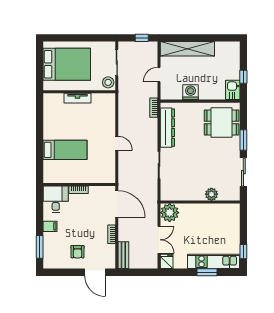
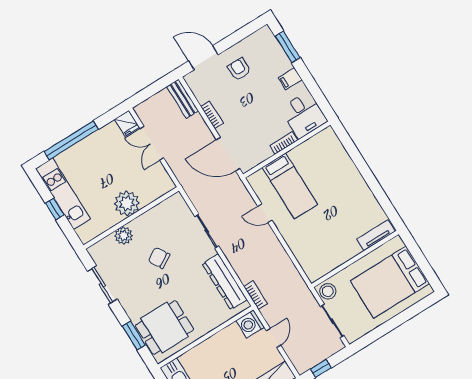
washing machine: (191, 92) -> (250, 324), moved, turned 90
tv unit: (77, 98) -> (376, 235), moved
window: (243, 140) -> (134, 335), moved
door: (117, 143) -> (265, 213), moved
bed: (65, 150) -> (290, 186), moved, turned -90
chair: (198, 167) -> (159, 258), added
plant: (170, 213) -> (127, 203), moved
window: (243, 252) -> (55, 209), moved
kitchen unit: (213, 261) -> (63, 194), moved, turned -90
window: (207, 272) -> (71, 140), width x2.11

